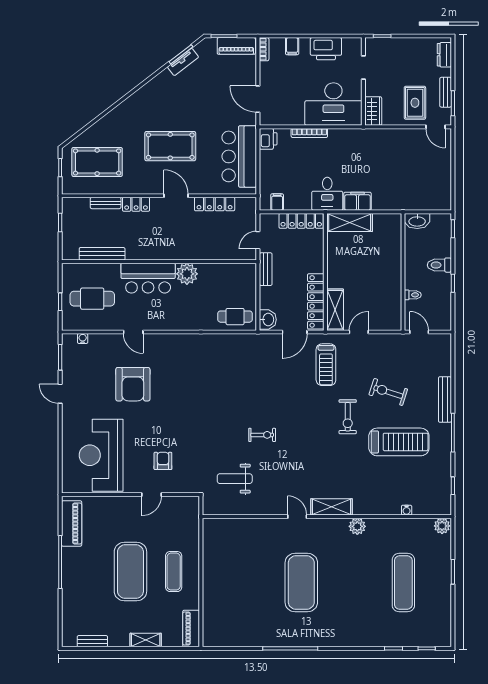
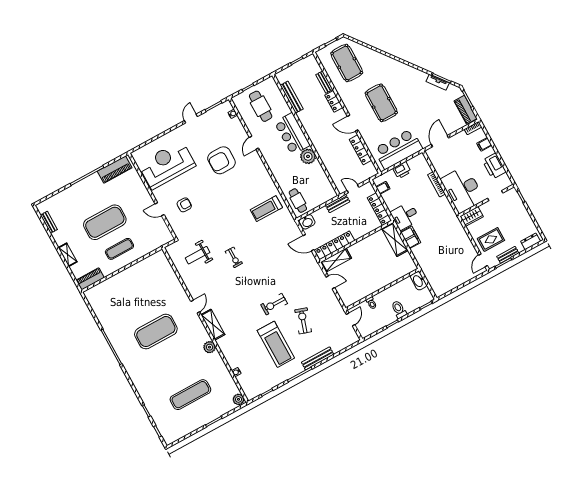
printer: (268, 139) -> (402, 170), moved
door: (176, 196) -> (353, 123), swing flipped
treadmill: (326, 365) -> (266, 209), moved
weight bench: (235, 479) -> (198, 255), turned -90

